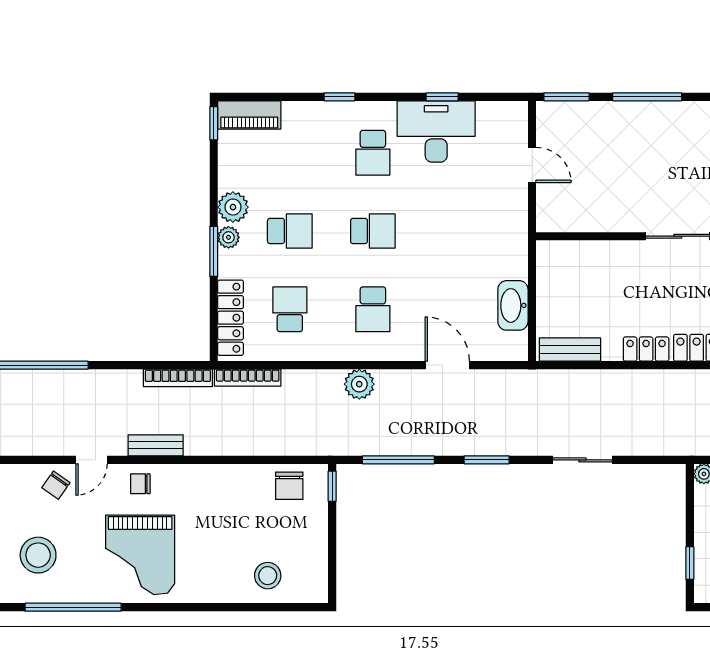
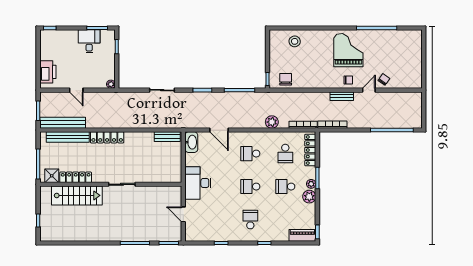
desk: (436, 131) -> (198, 183), moved, turned 90
washbasin: (513, 305) -> (191, 142), moved
school desk: (373, 309) -> (250, 154), turned -90
locker: (646, 349) -> (135, 137), removed
plant: (359, 384) -> (272, 122), moved
stool: (38, 555) -> (391, 50), removed

